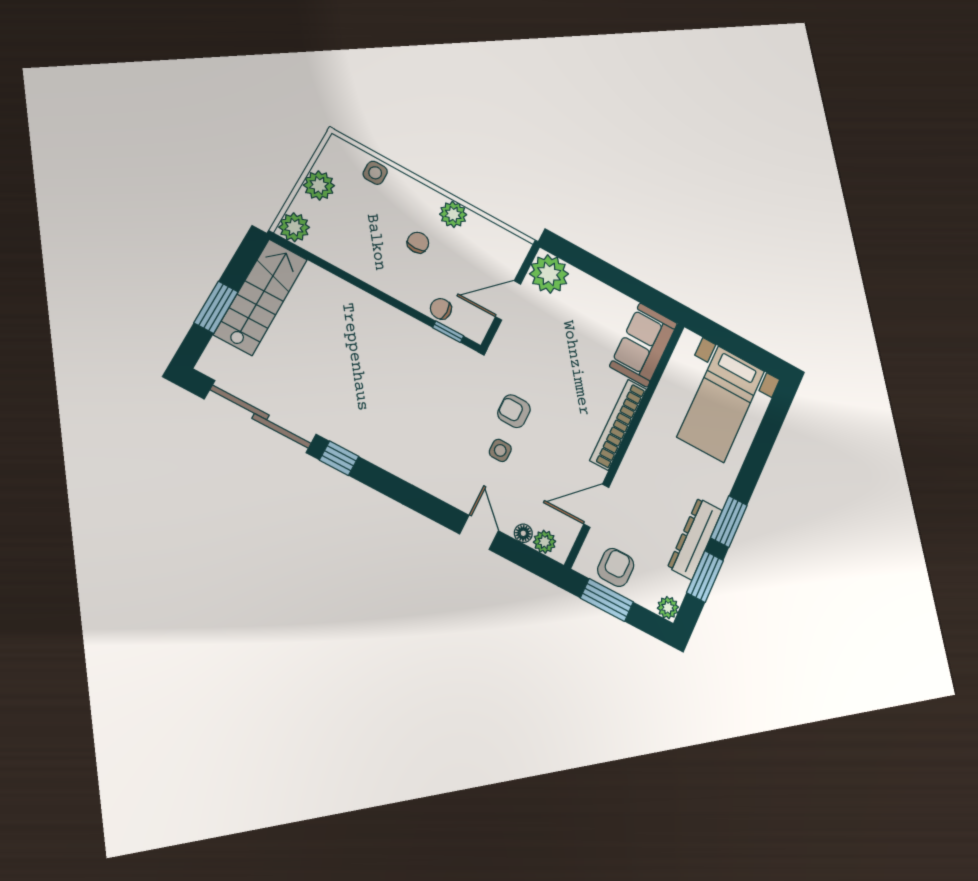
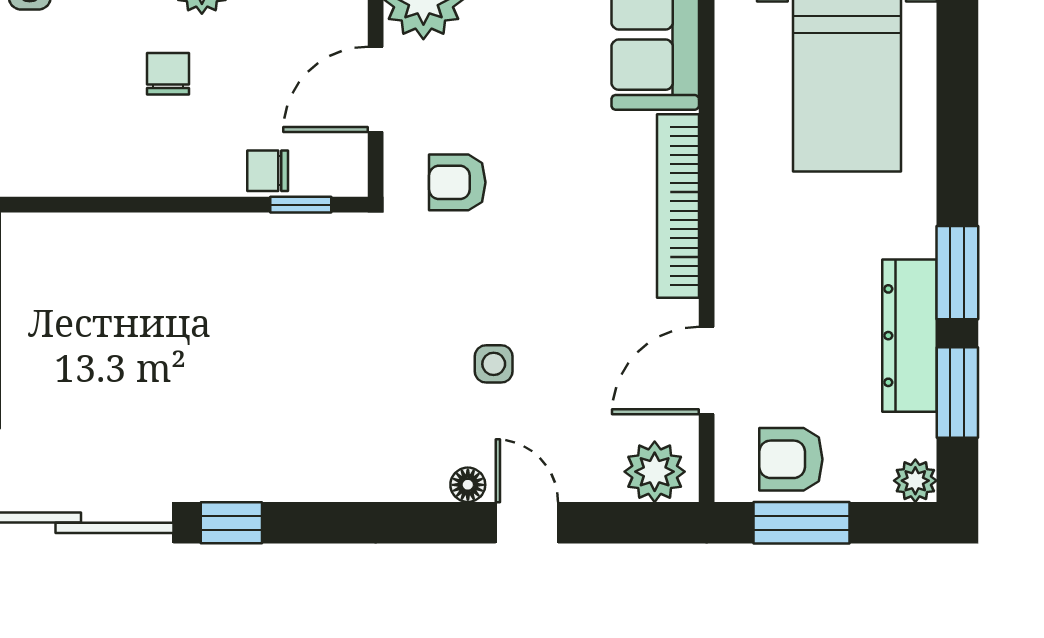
armchair: (514, 411) -> (457, 182), moved
floor lamp: (523, 533) -> (468, 485), moved
plant: (545, 542) -> (655, 472), width x1.38, depth x1.38
armchair: (616, 567) -> (791, 459), turned -90

